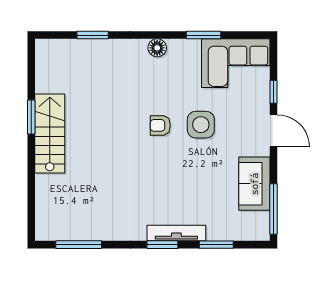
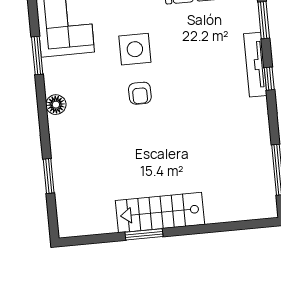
window: (162, 245) -> (269, 79), width x0.67

